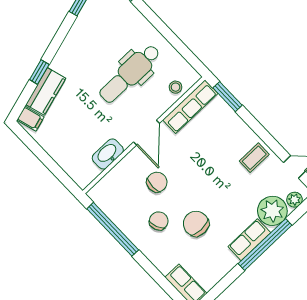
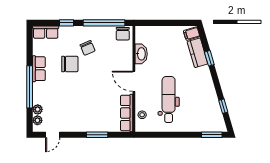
window: (228, 97) -> (97, 135), moved
coffee table: (254, 158) -> (75, 120), removed
chair: (157, 182) -> (123, 34), moved
plant: (272, 211) -> (38, 109), width x0.53, depth x0.53
row of seats: (249, 240) -> (39, 69), moved
window: (153, 272) -> (67, 23), added

